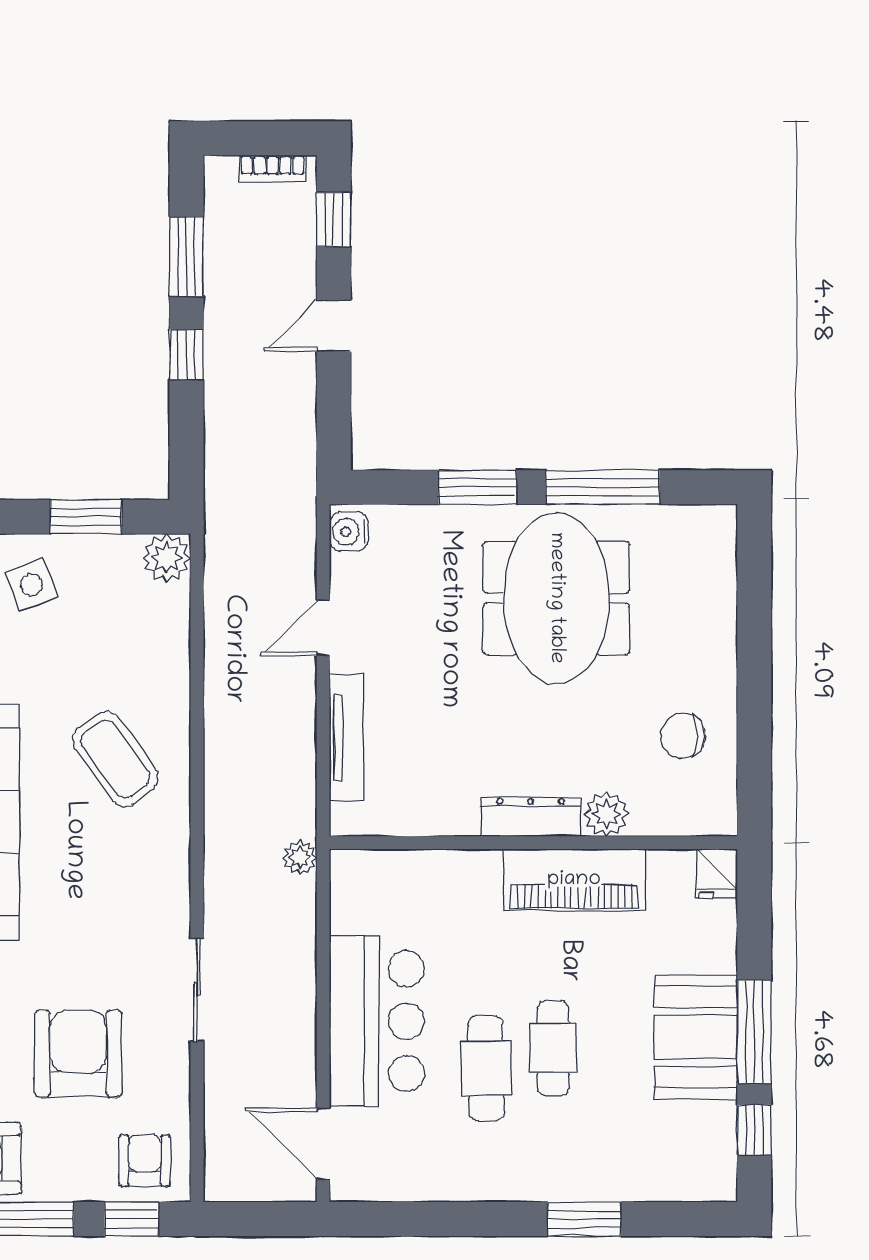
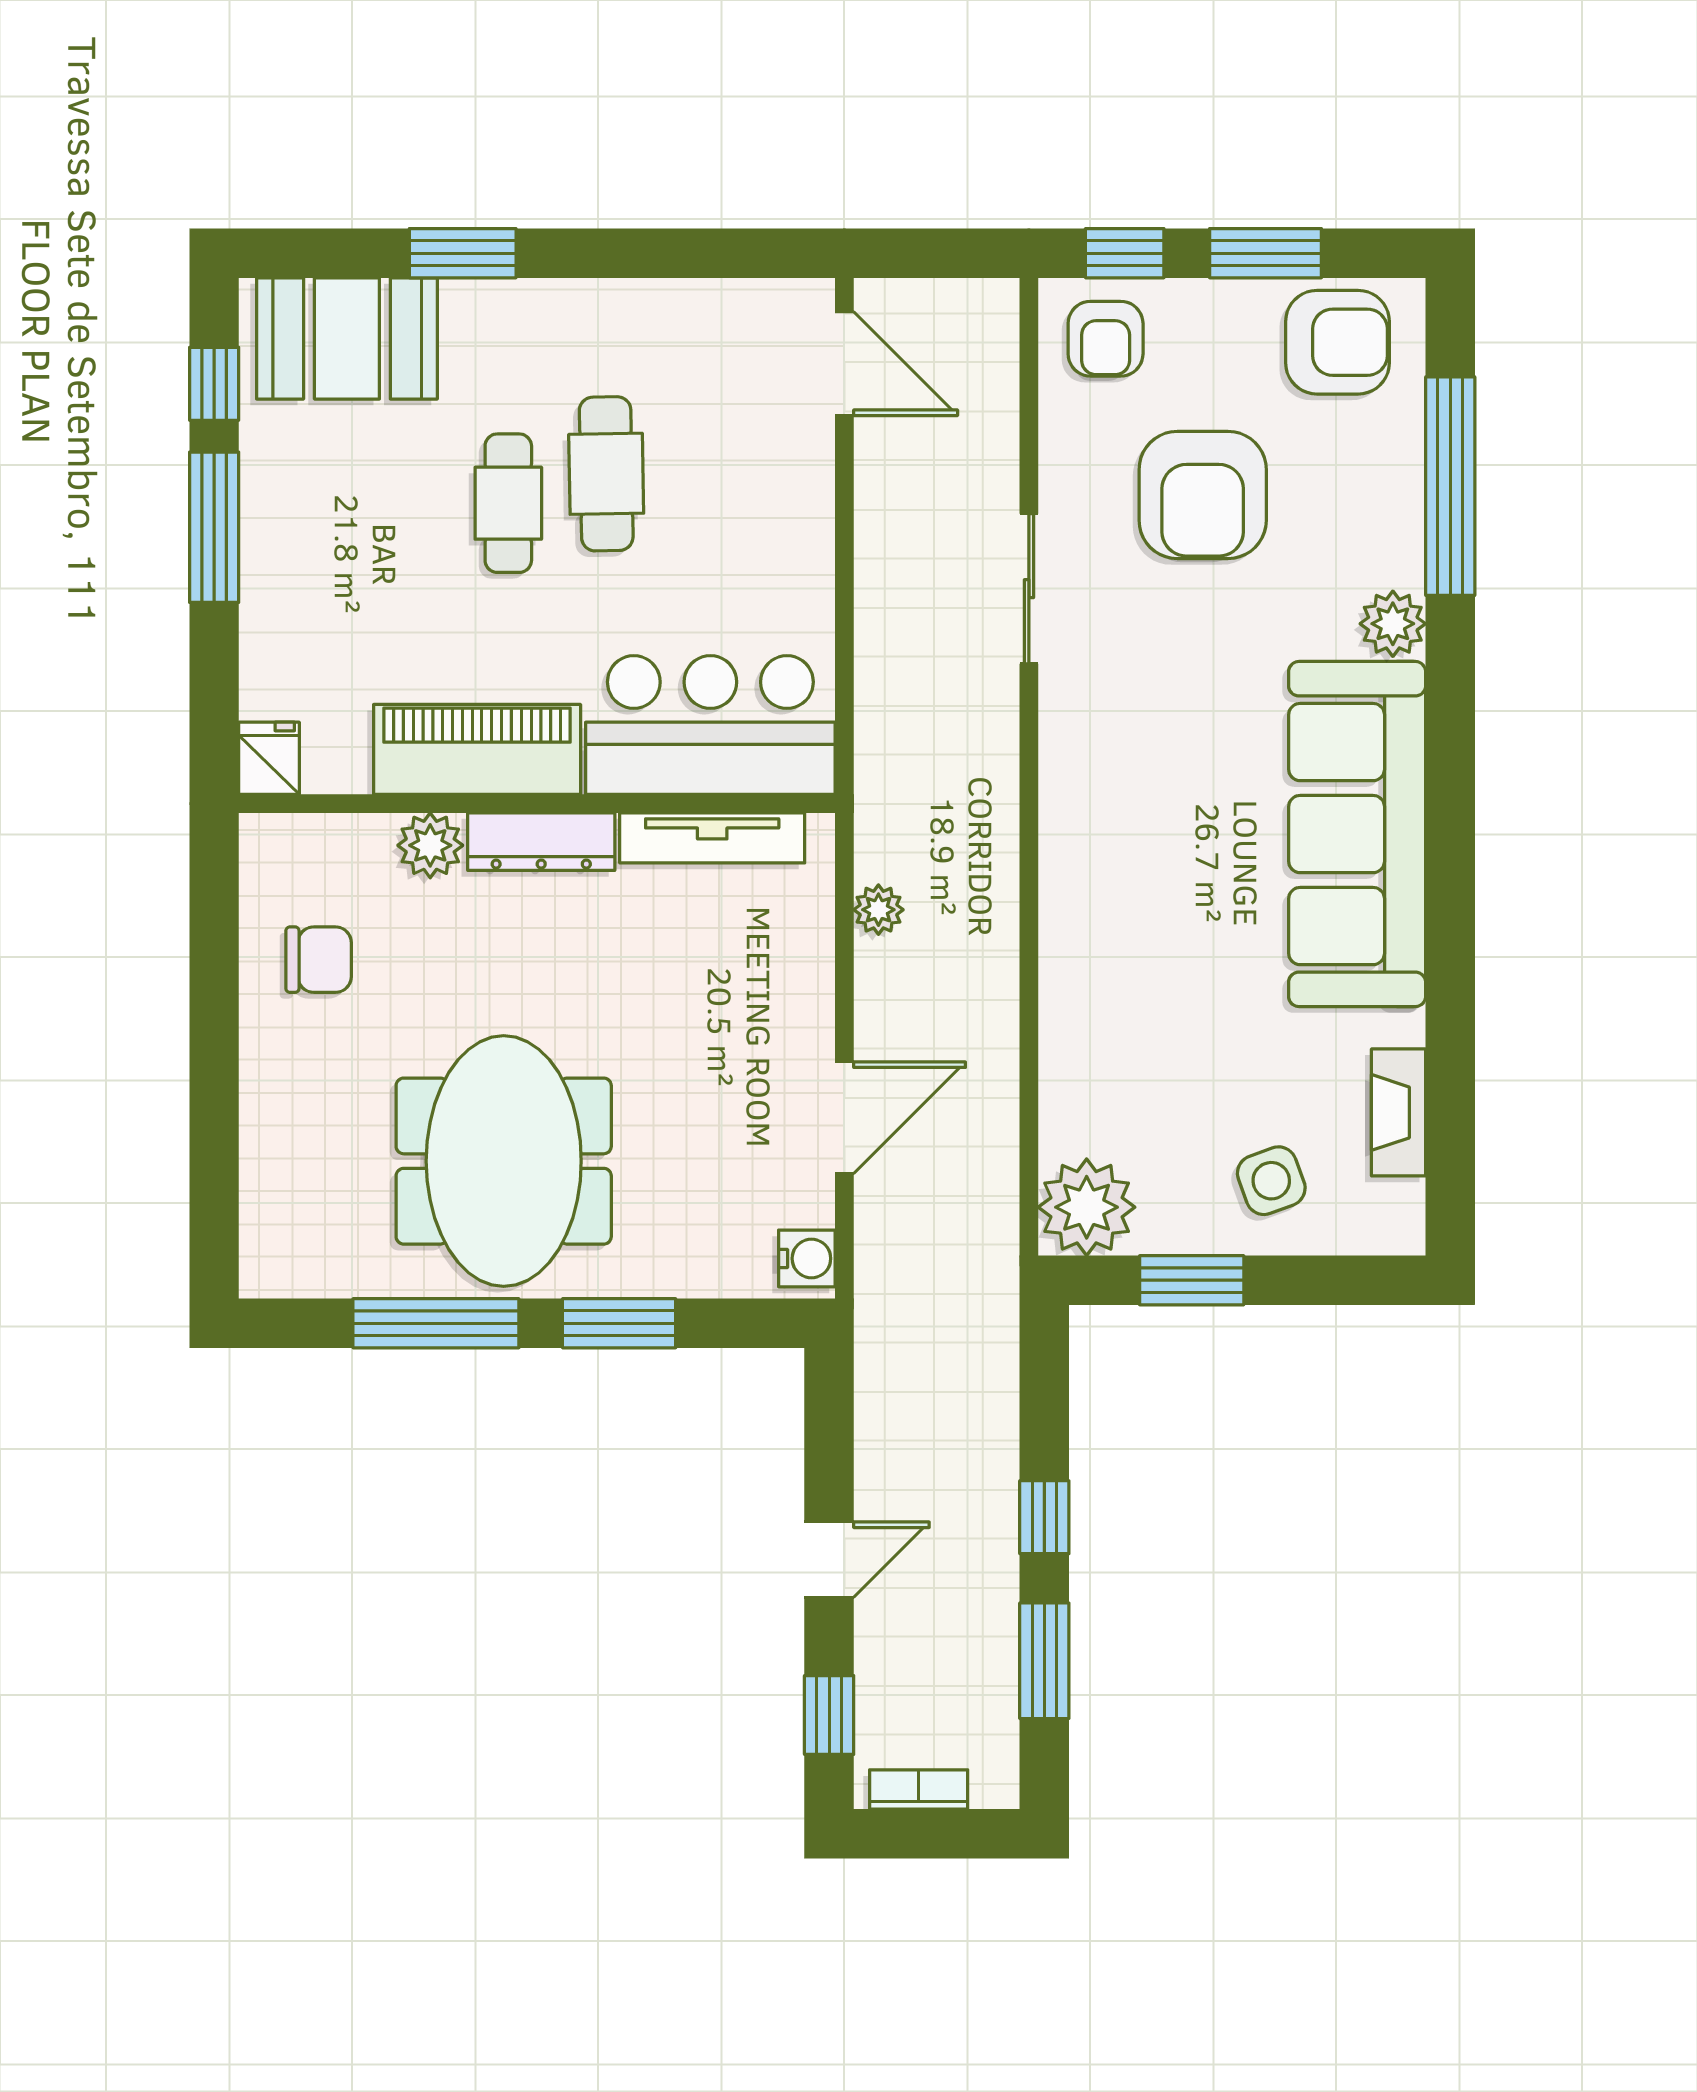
plant: (166, 558) -> (1087, 1207), width x1.36, depth x1.36
door: (323, 628) -> (844, 1118), width x1.38
tv unit: (347, 738) -> (712, 838), moved, turned -90
coffee table: (115, 759) -> (1148, 926), removed
plant: (300, 858) -> (878, 910), moved
bar counter: (377, 1021) -> (710, 725), moved, turned 90
booth: (696, 1037) -> (347, 338), moved, turned 90

